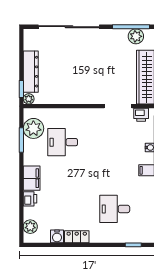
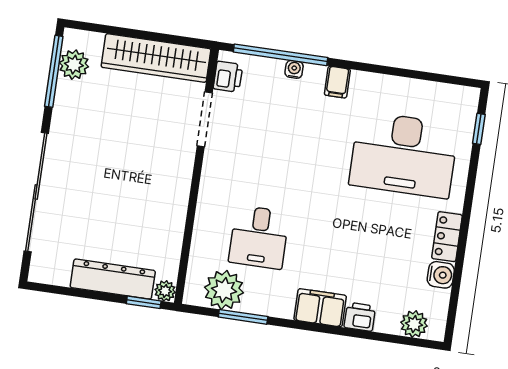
desk: (115, 209) -> (404, 155), width x1.87, depth x1.30

